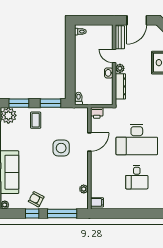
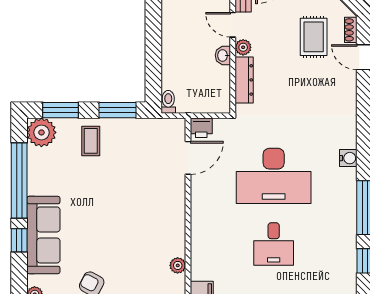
door: (89, 142) -> (188, 158), moved
side table: (61, 148) -> (137, 191), removed

